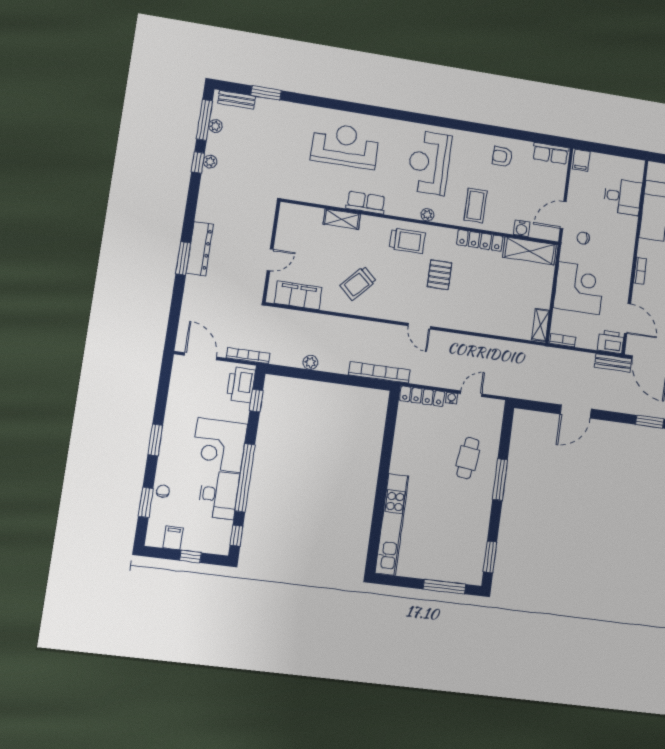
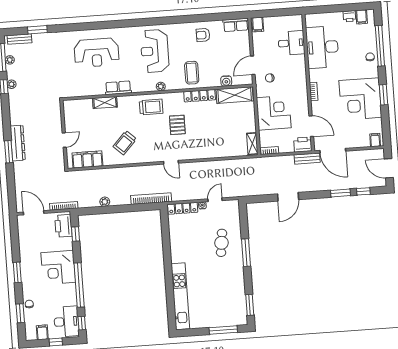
reception desk: (345, 146) -> (96, 53), turned 180
desk: (219, 495) -> (66, 322), moved

